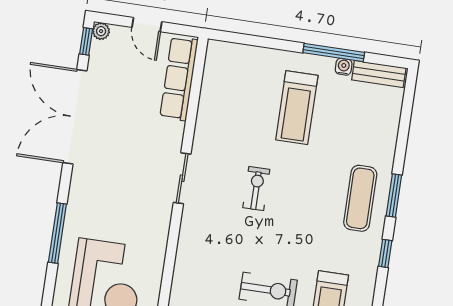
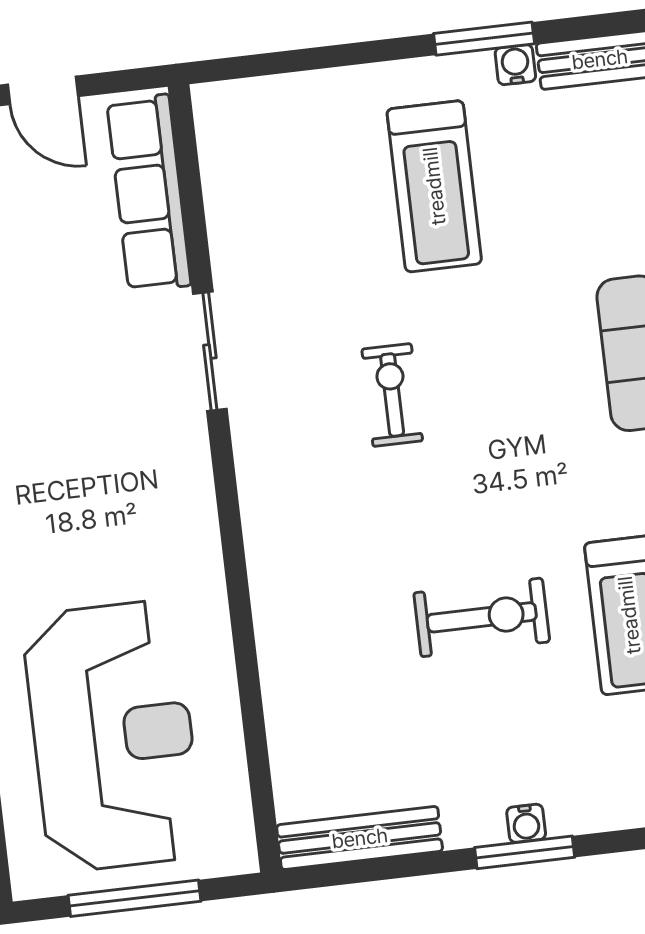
window: (334, 53) -> (484, 39), width x0.69
sliding door: (182, 178) -> (210, 351), moved

